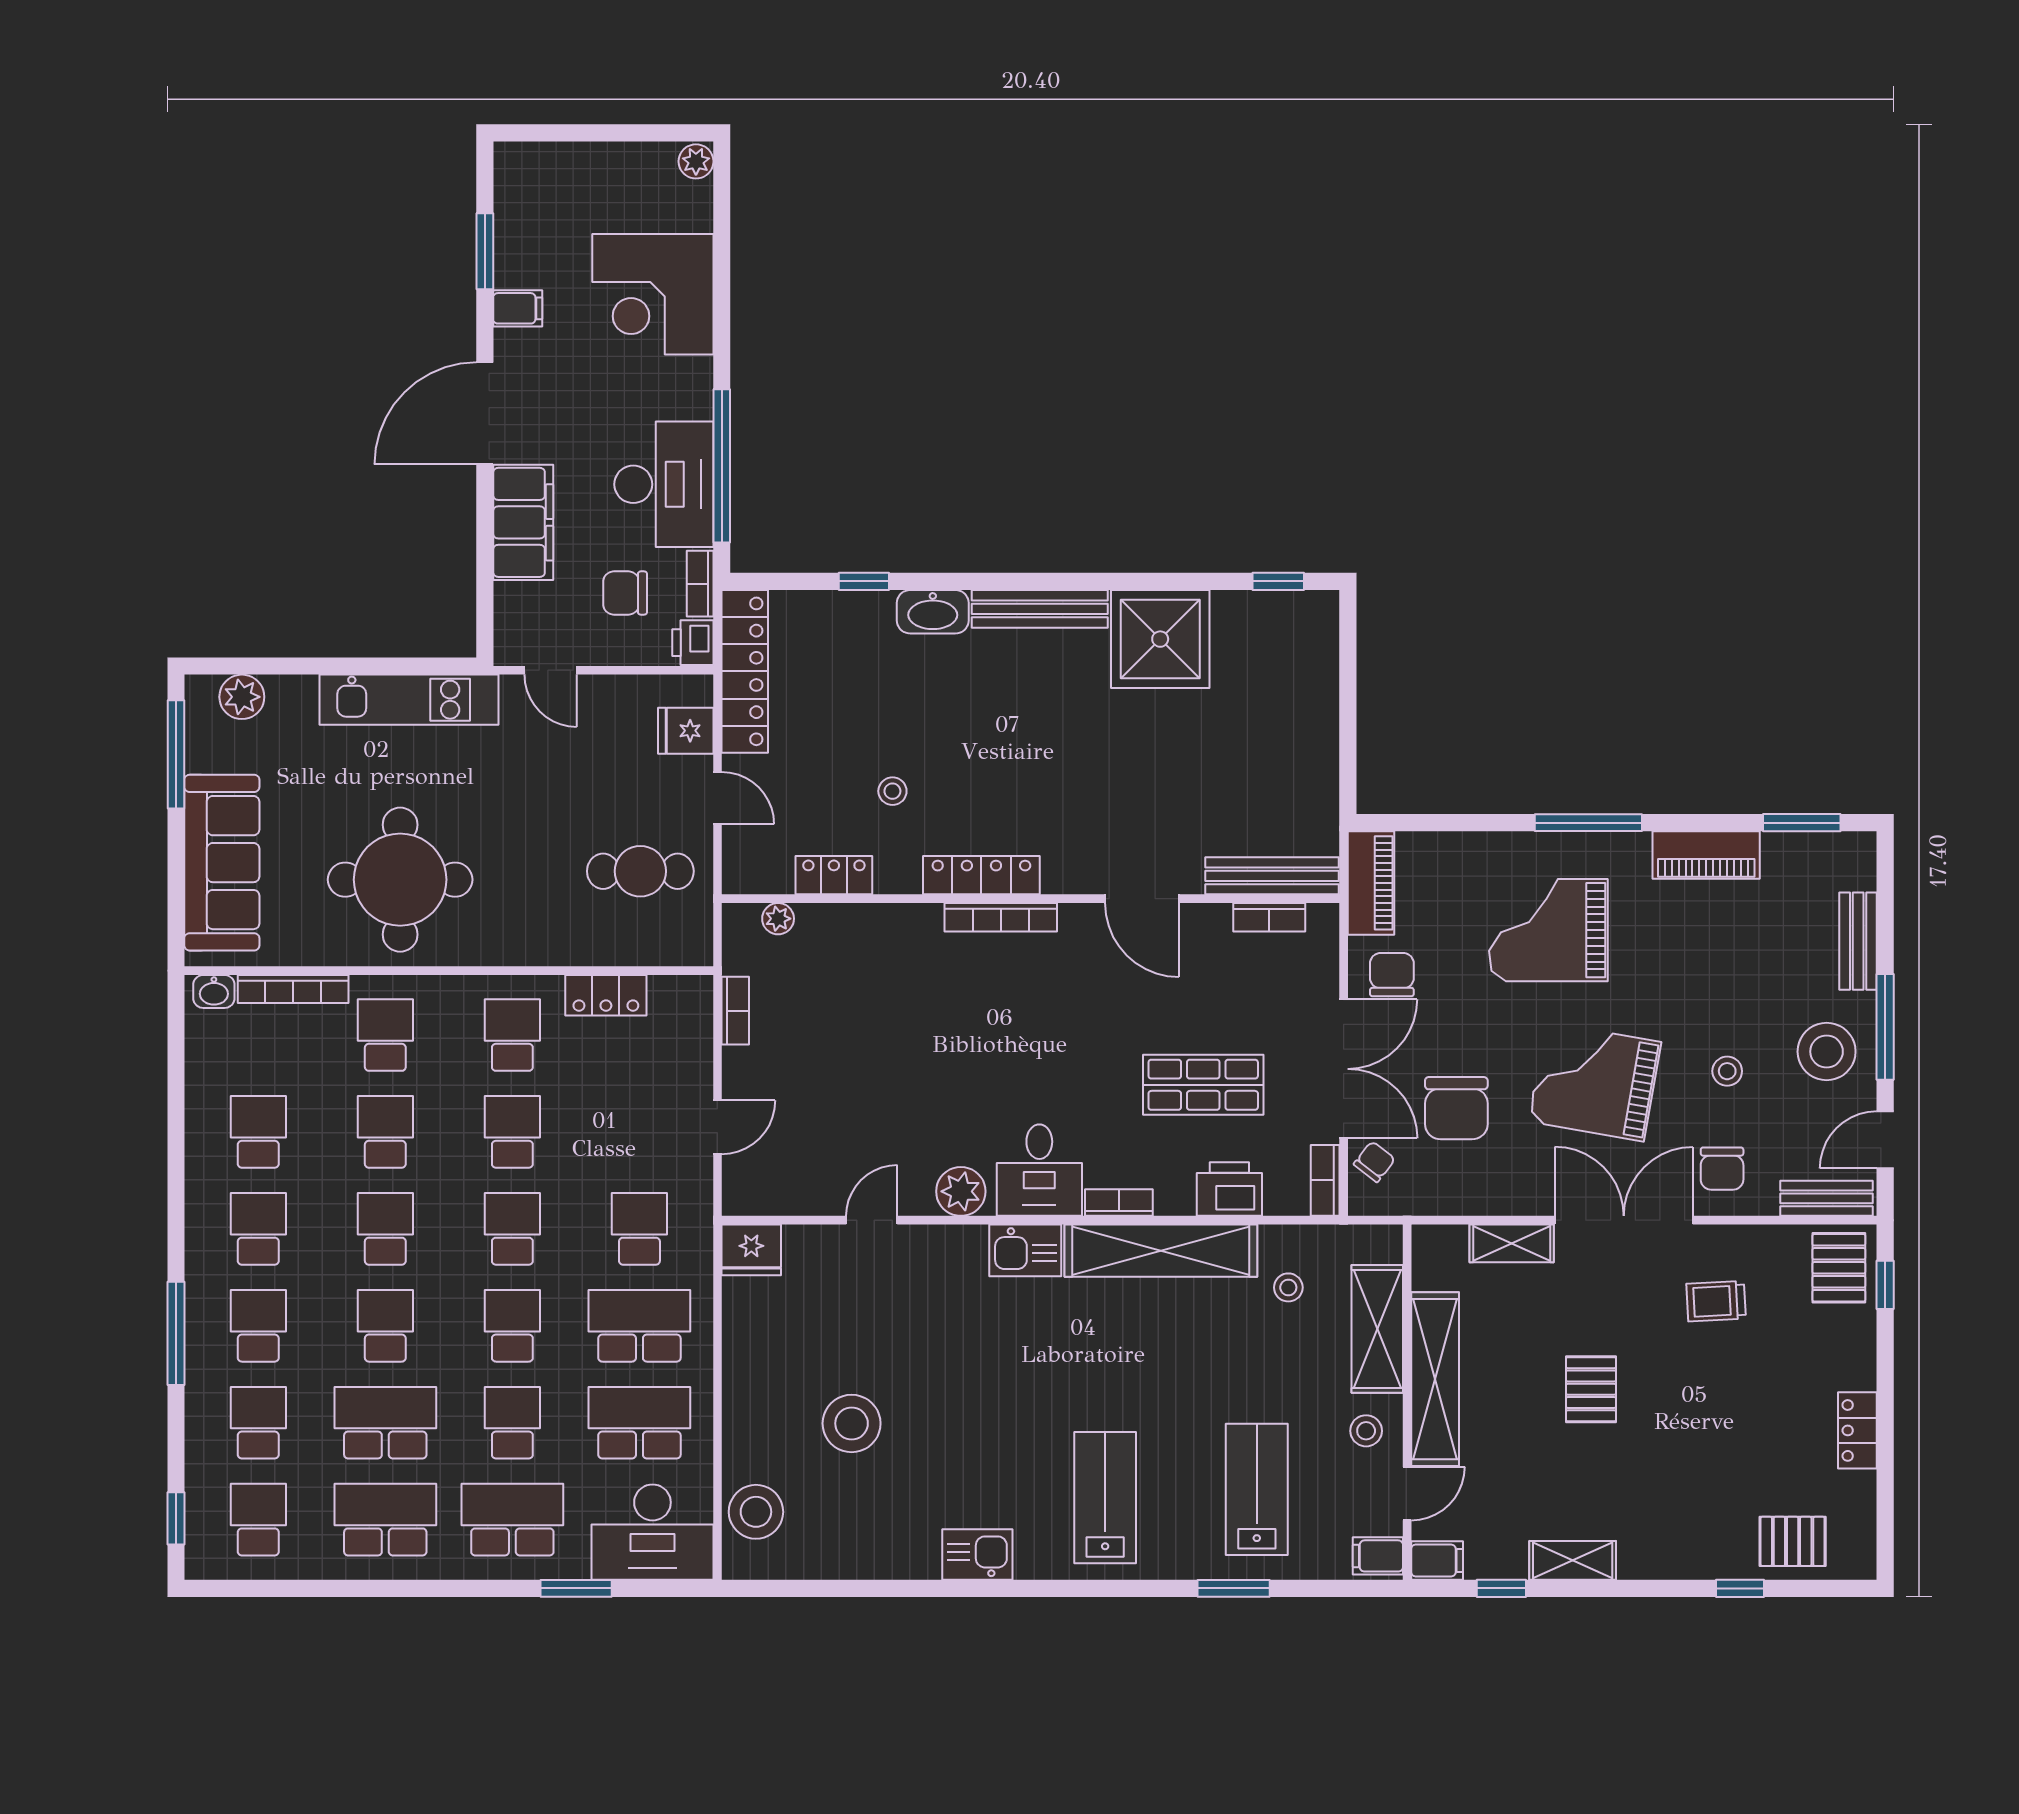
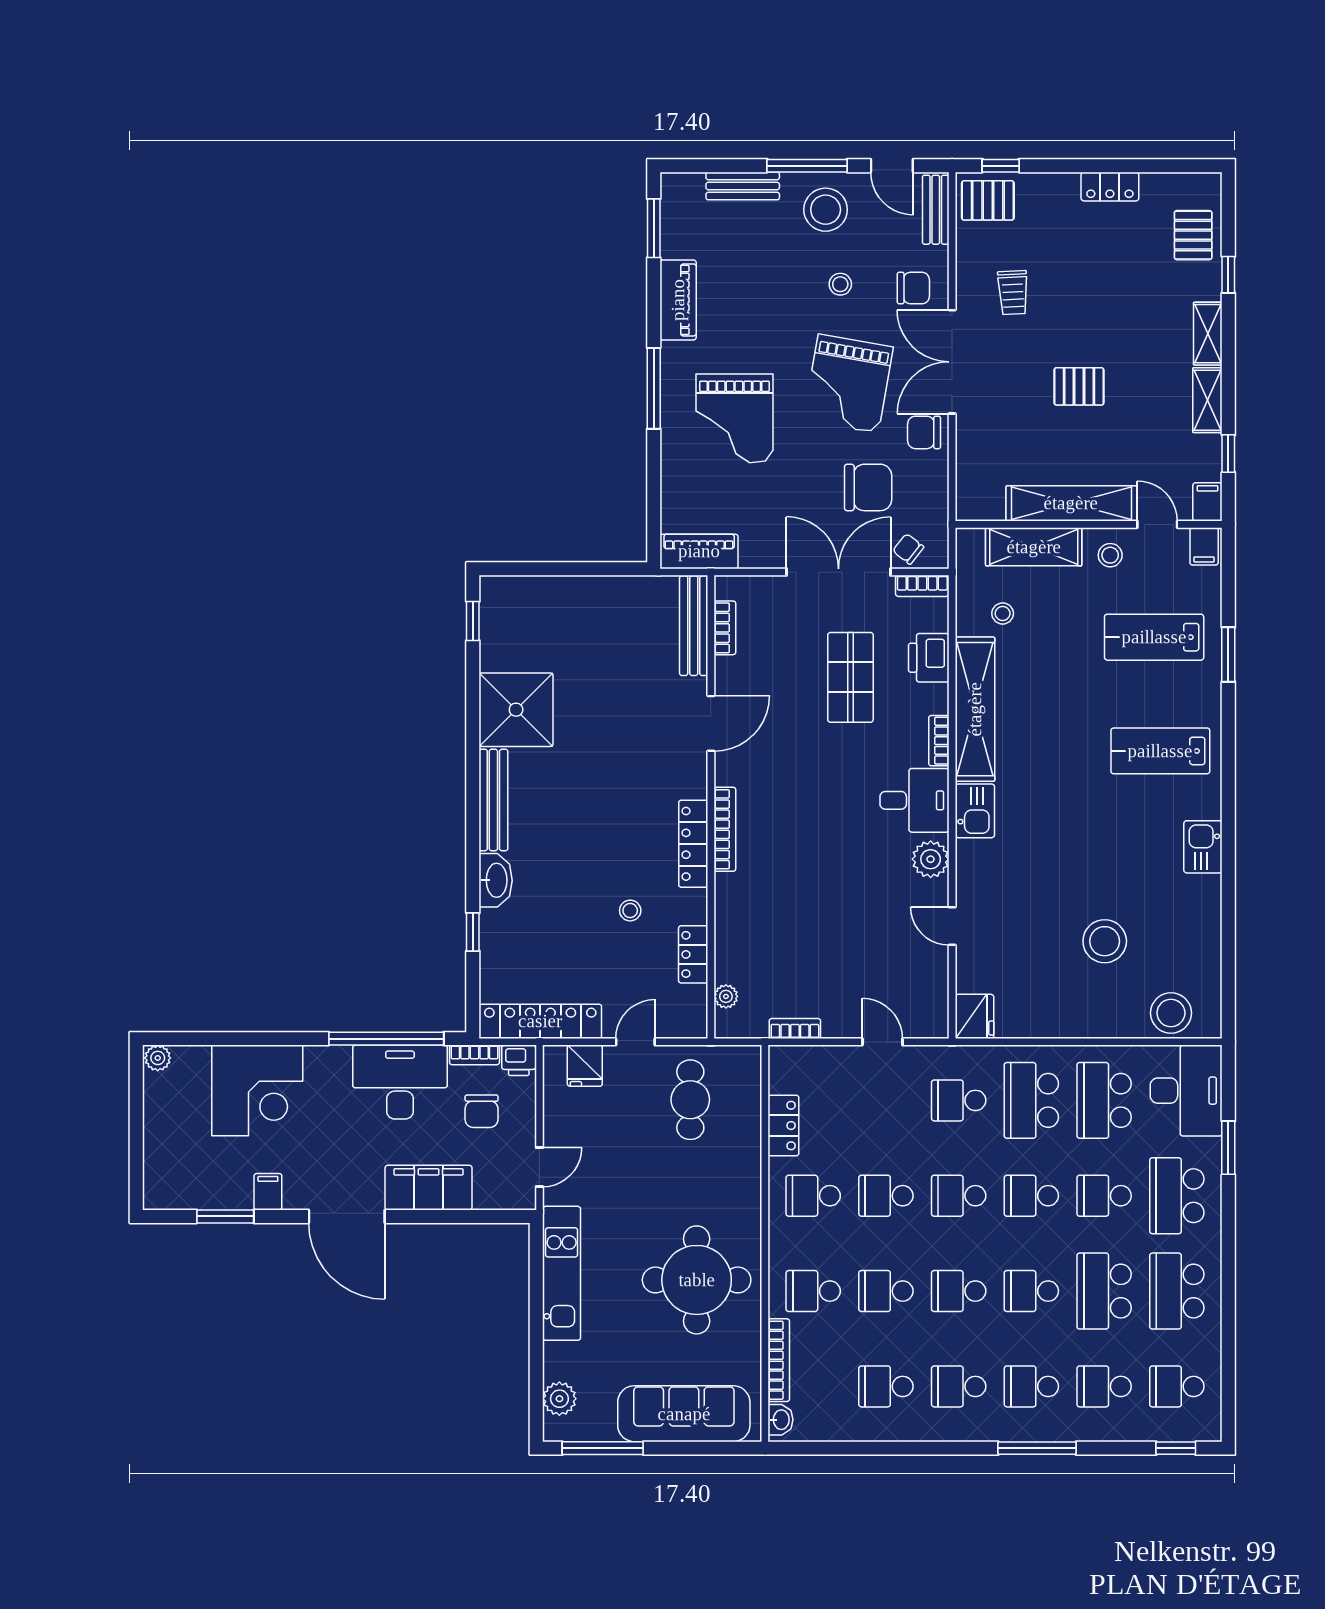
chair: (1392, 975) -> (924, 432), moved
shelving: (1512, 1243) -> (1208, 334), moved

